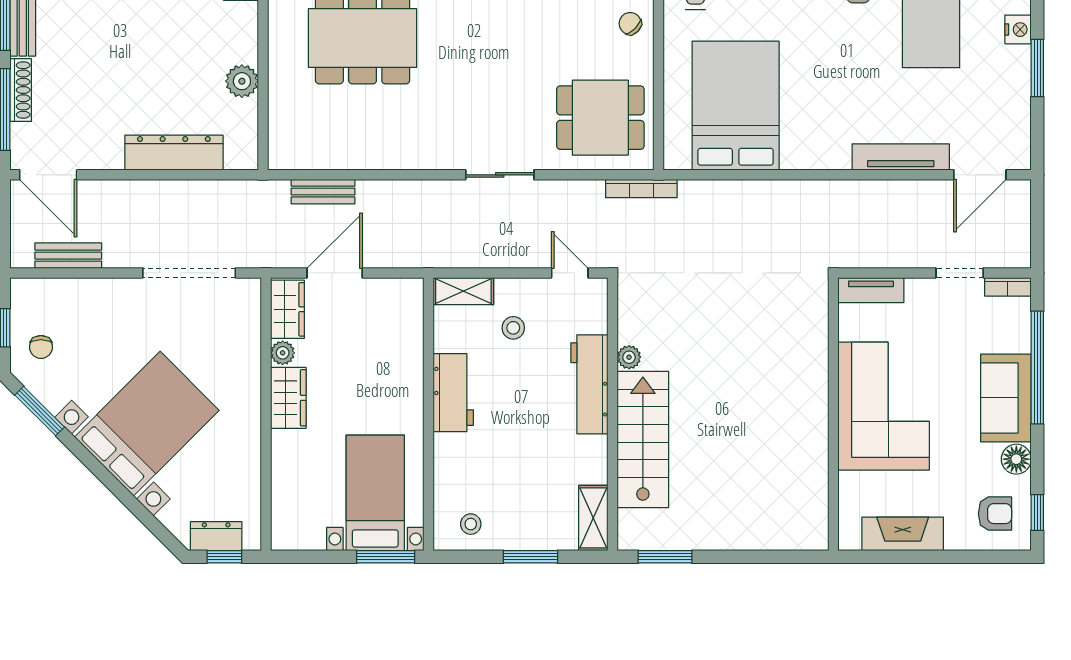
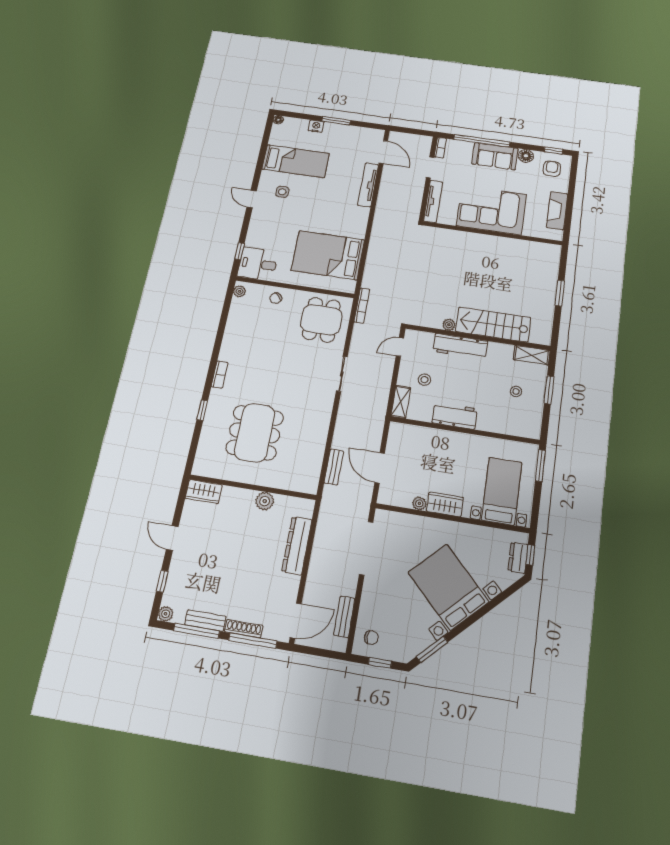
tv unit: (871, 290) -> (433, 201), width x1.41
wardrobe: (287, 309) -> (395, 497), removed
chair: (41, 347) -> (371, 638), moved
bed with nightstands: (375, 493) -> (502, 491), moved, turned 90
stool: (471, 524) -> (516, 391), moved
window: (665, 557) -> (560, 293), moved

